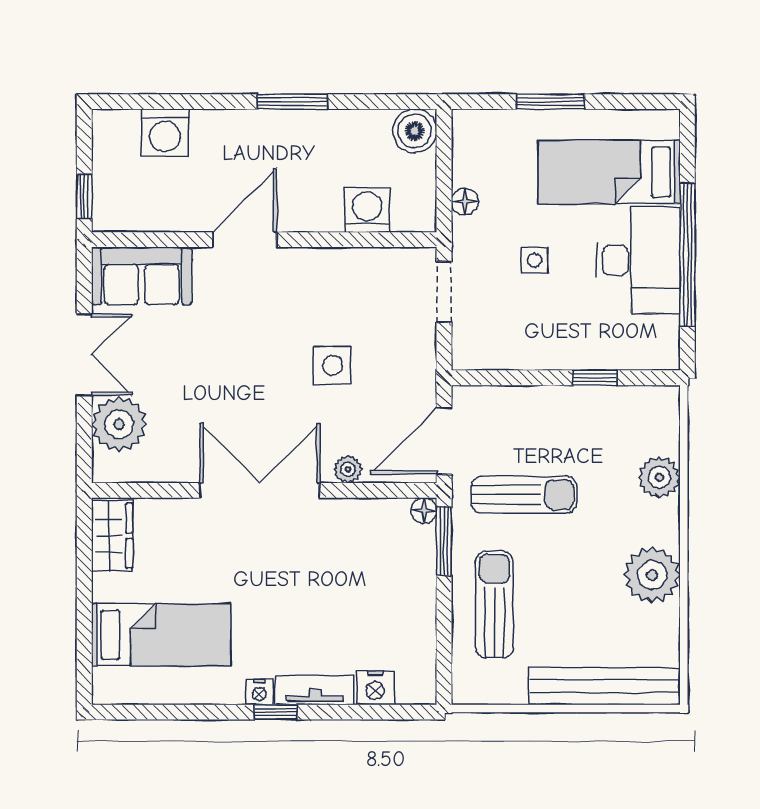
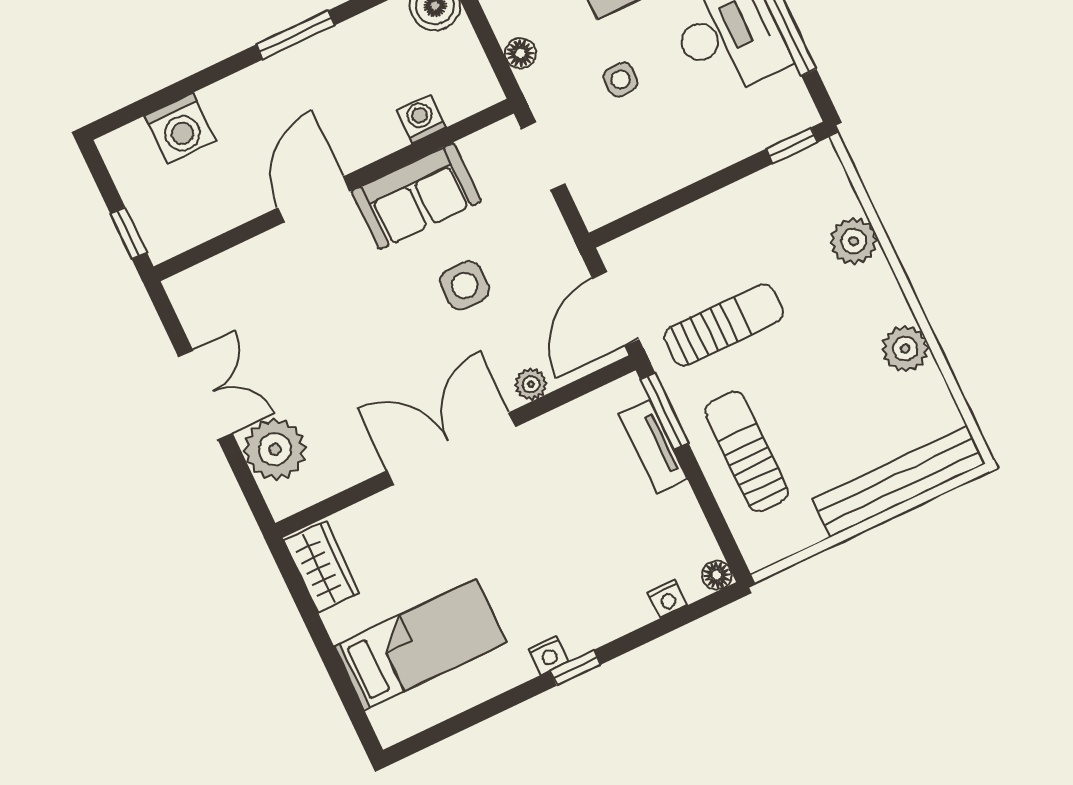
washing machine: (367, 210) -> (421, 119), width x0.73, depth x0.73
sofa: (142, 276) -> (416, 196), moved
window: (595, 378) -> (792, 145), moved
floor lamp: (424, 511) -> (717, 575), moved
plant: (652, 575) -> (905, 349), width x0.73, depth x0.73
nightstand: (375, 688) -> (667, 599), width x0.72, depth x0.74
tv unit: (315, 690) -> (653, 447), moved, turned -90

